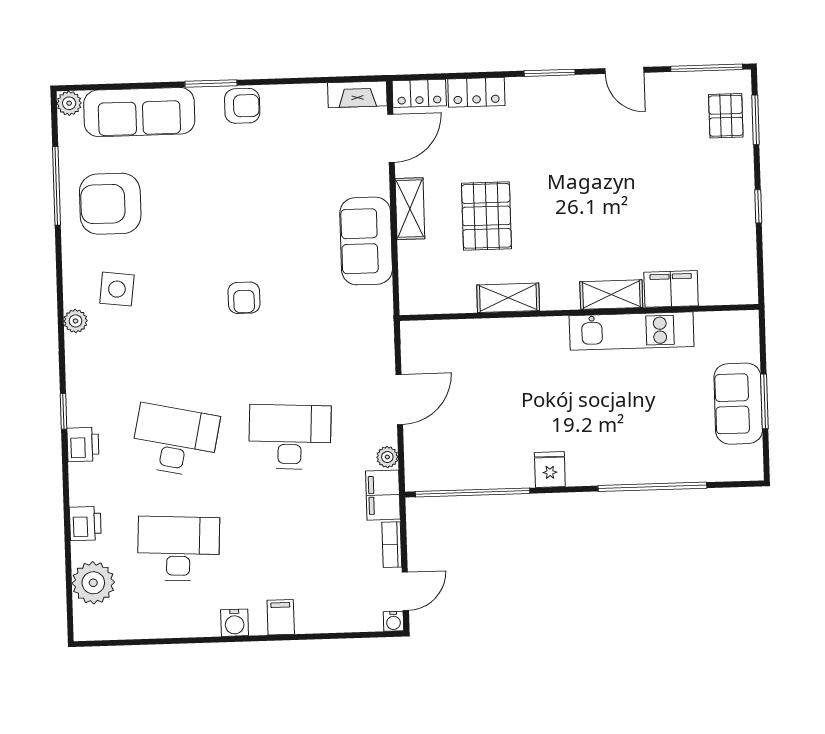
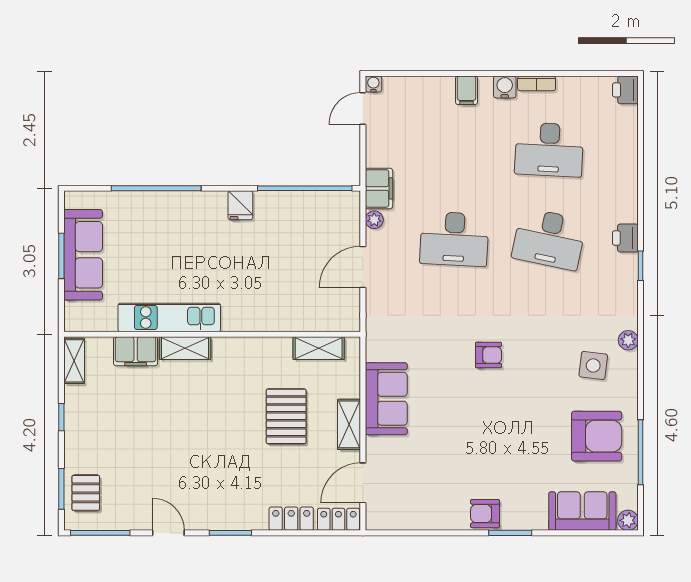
fireplace: (357, 94) -> (390, 520), removed
sofa: (139, 112) -> (582, 511), width x0.73
shelving: (745, 275) -> (74, 361), added
armchair: (244, 298) -> (488, 355), turned 90
shelving: (508, 298) -> (319, 348), moved
sofa: (738, 404) -> (83, 255), width x1.36
printer: (85, 524) -> (625, 90), moved
bookcase: (392, 545) -> (537, 83), moved, turned 90
plant: (93, 583) -> (620, 124), removed

